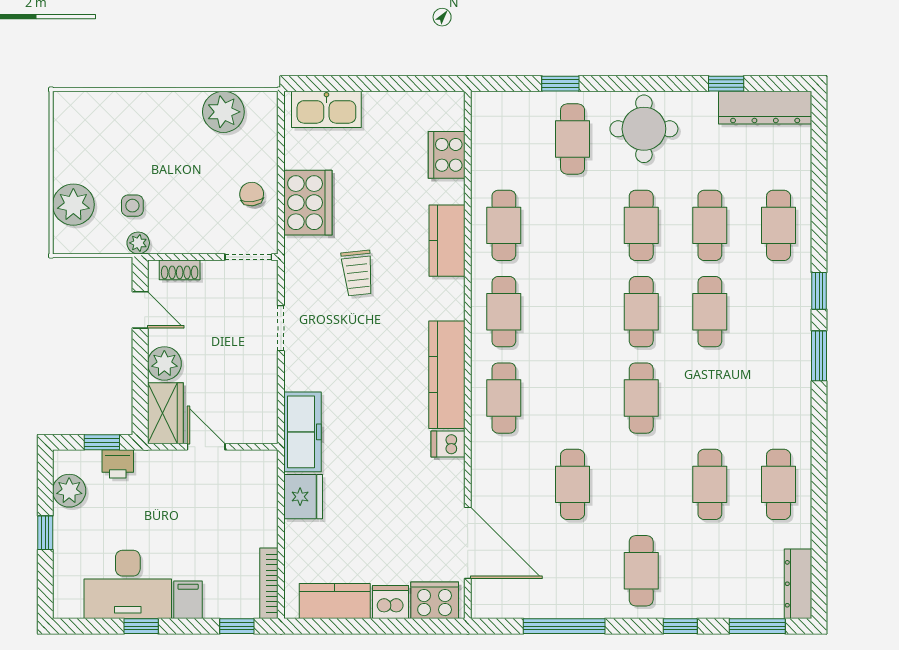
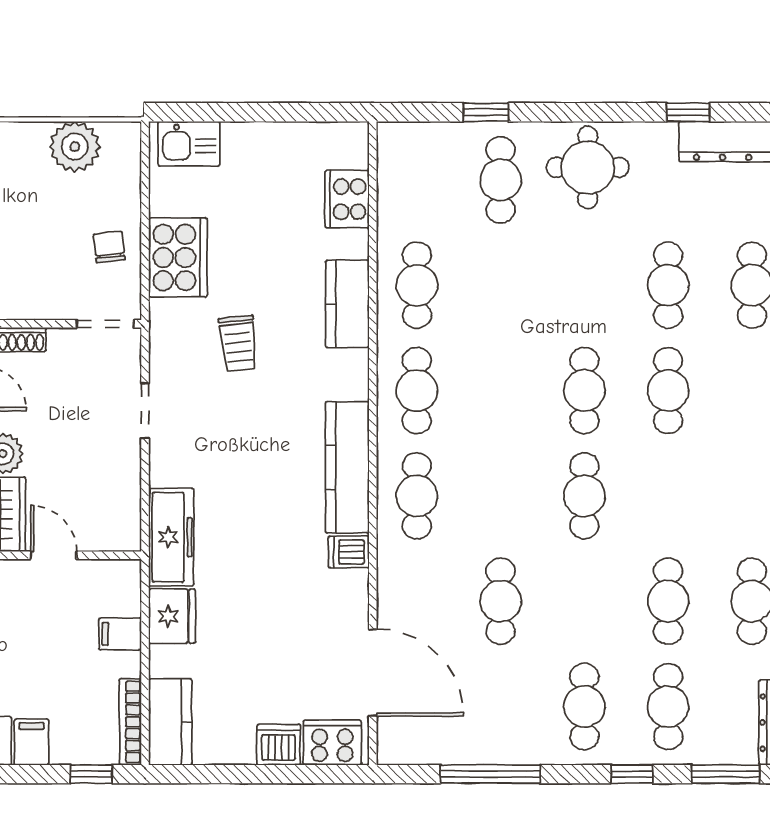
kitchen sink: (326, 109) -> (189, 144), width x0.73
cafe table: (641, 225) -> (668, 707), moved
filing cabinet: (261, 511) -> (120, 634), added
kitchen counter: (335, 601) -> (170, 722), moved, turned 90

